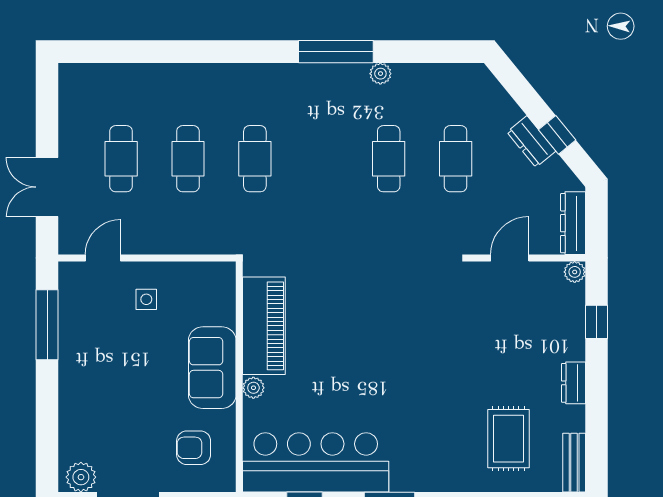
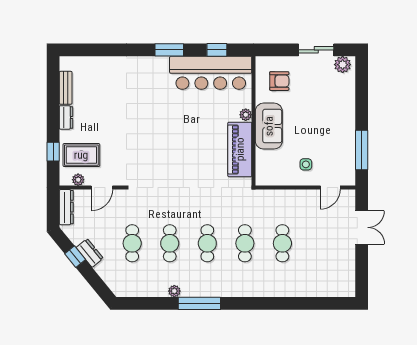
cafe table: (121, 159) -> (207, 243), moved
plant: (575, 272) -> (78, 180), moved
rug: (508, 439) -> (81, 155), moved, turned 90
bench: (574, 463) -> (66, 88), moved

